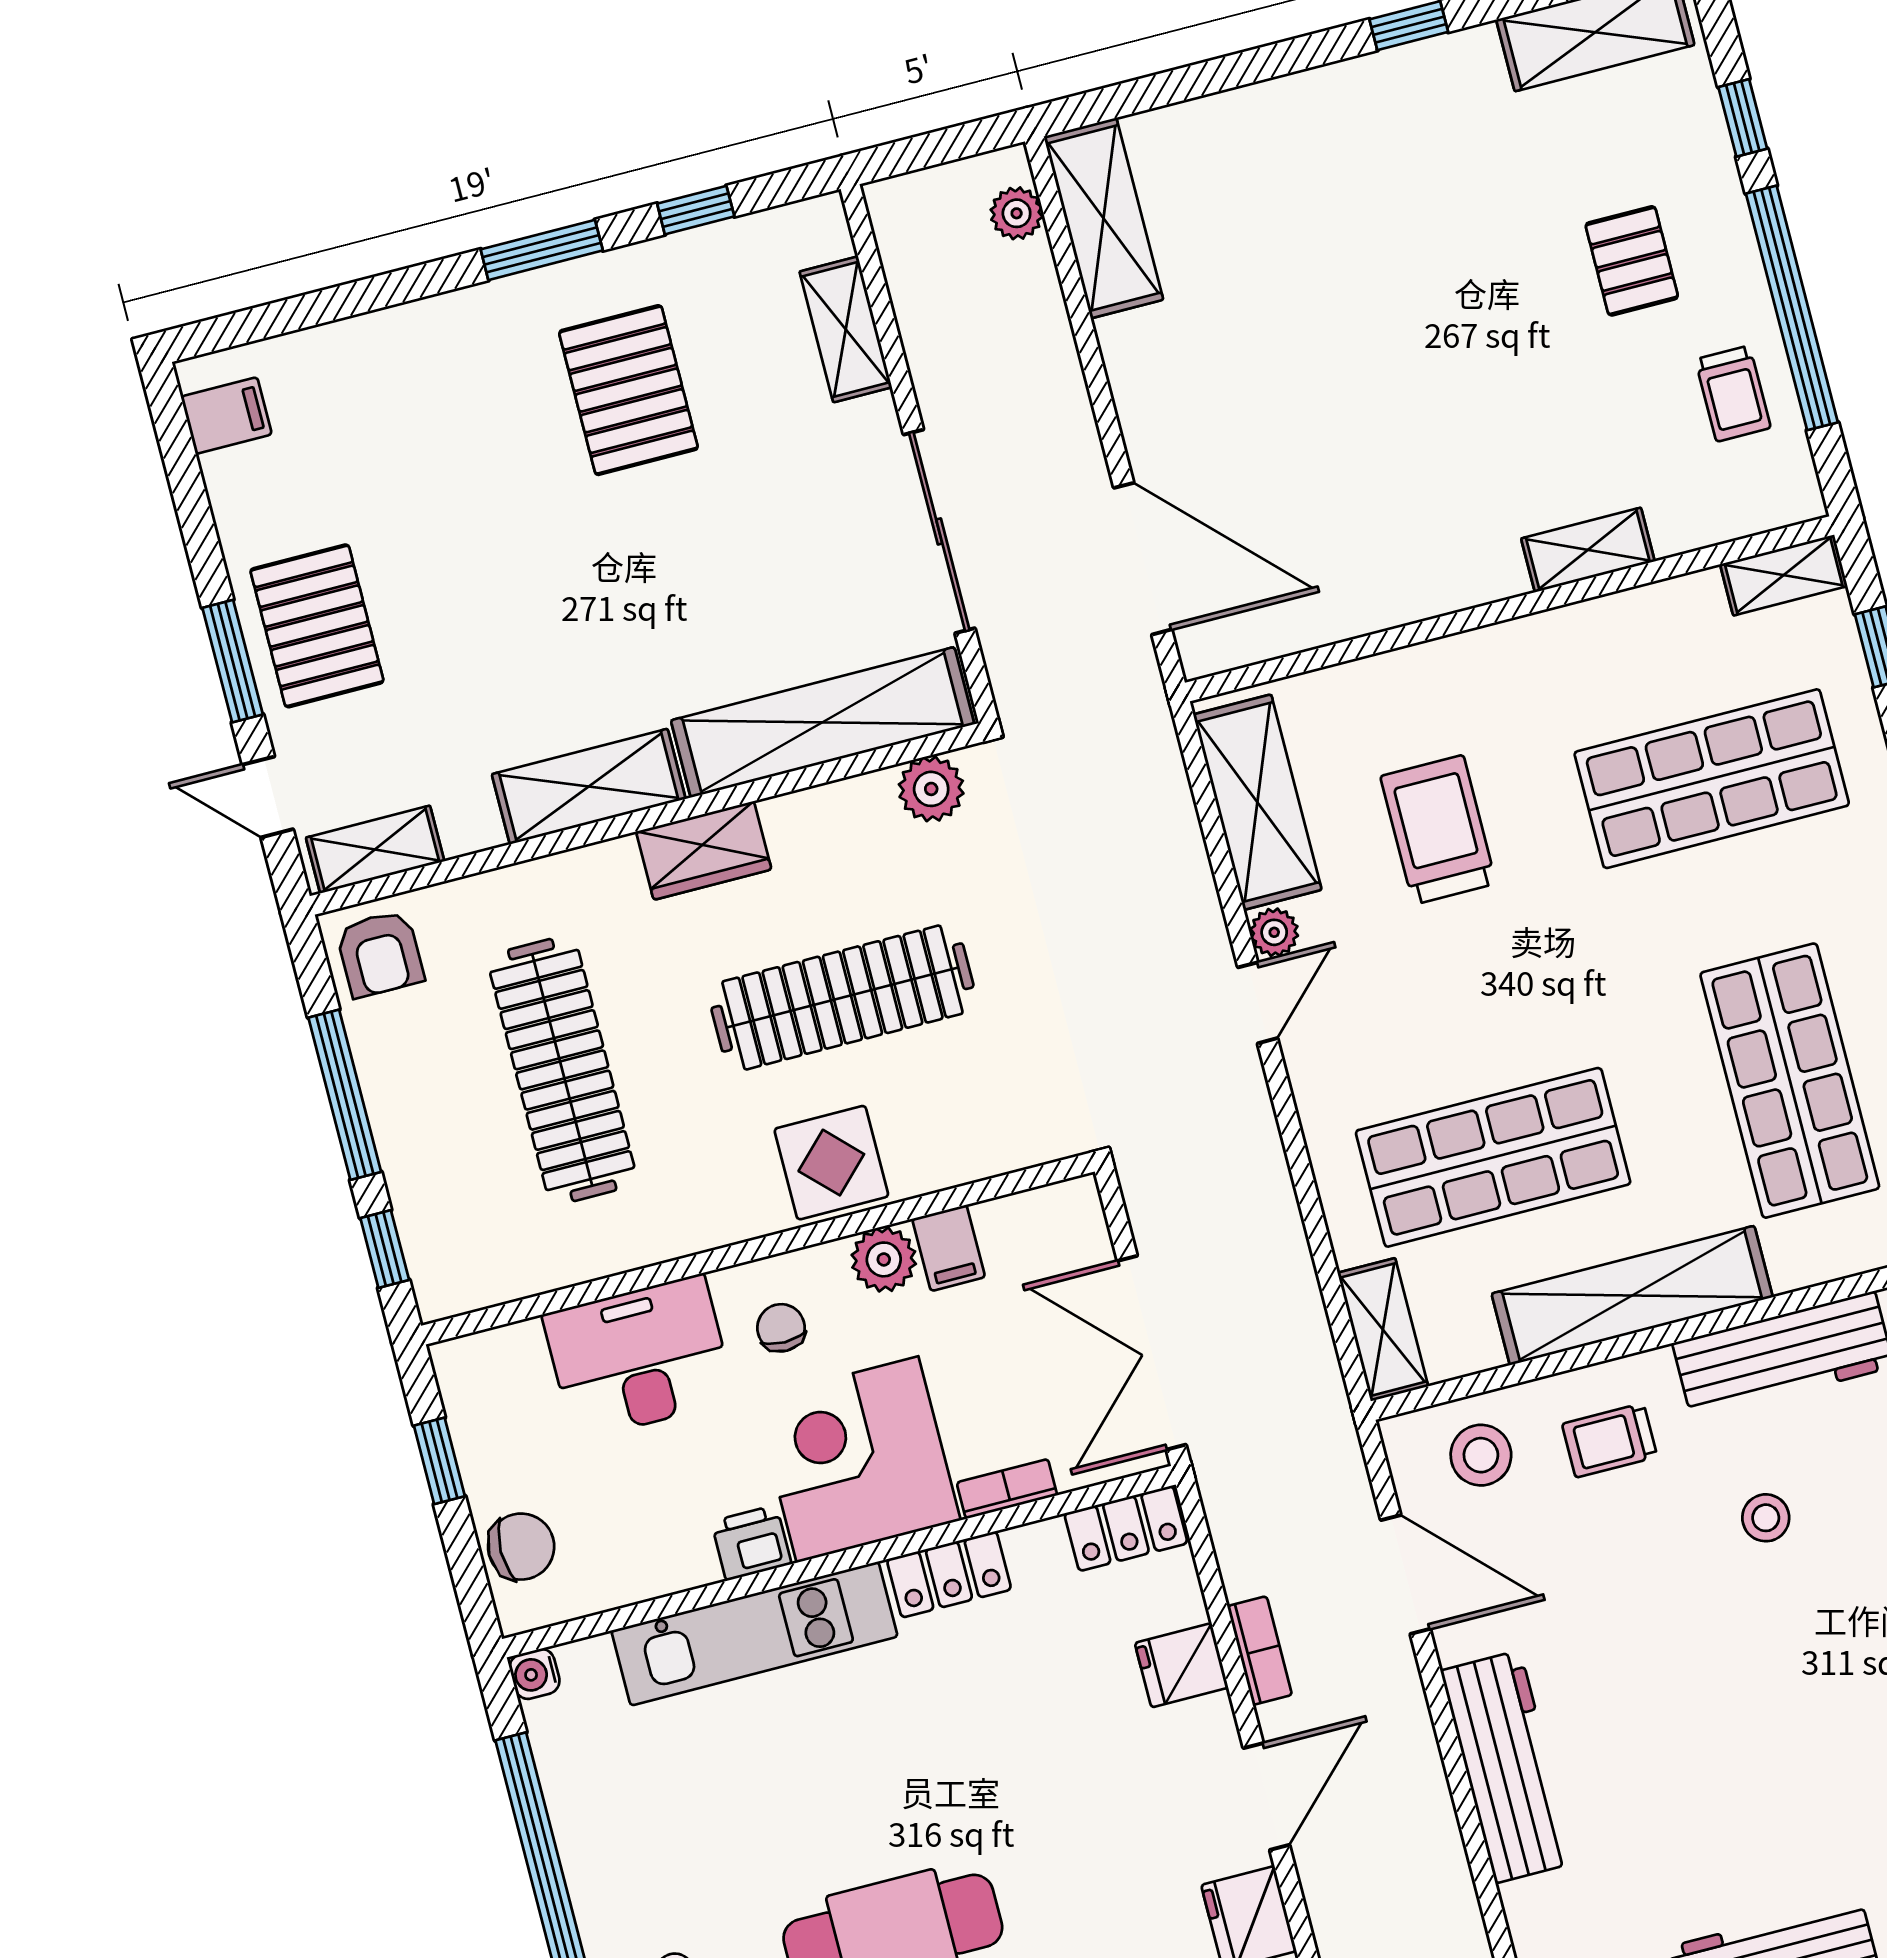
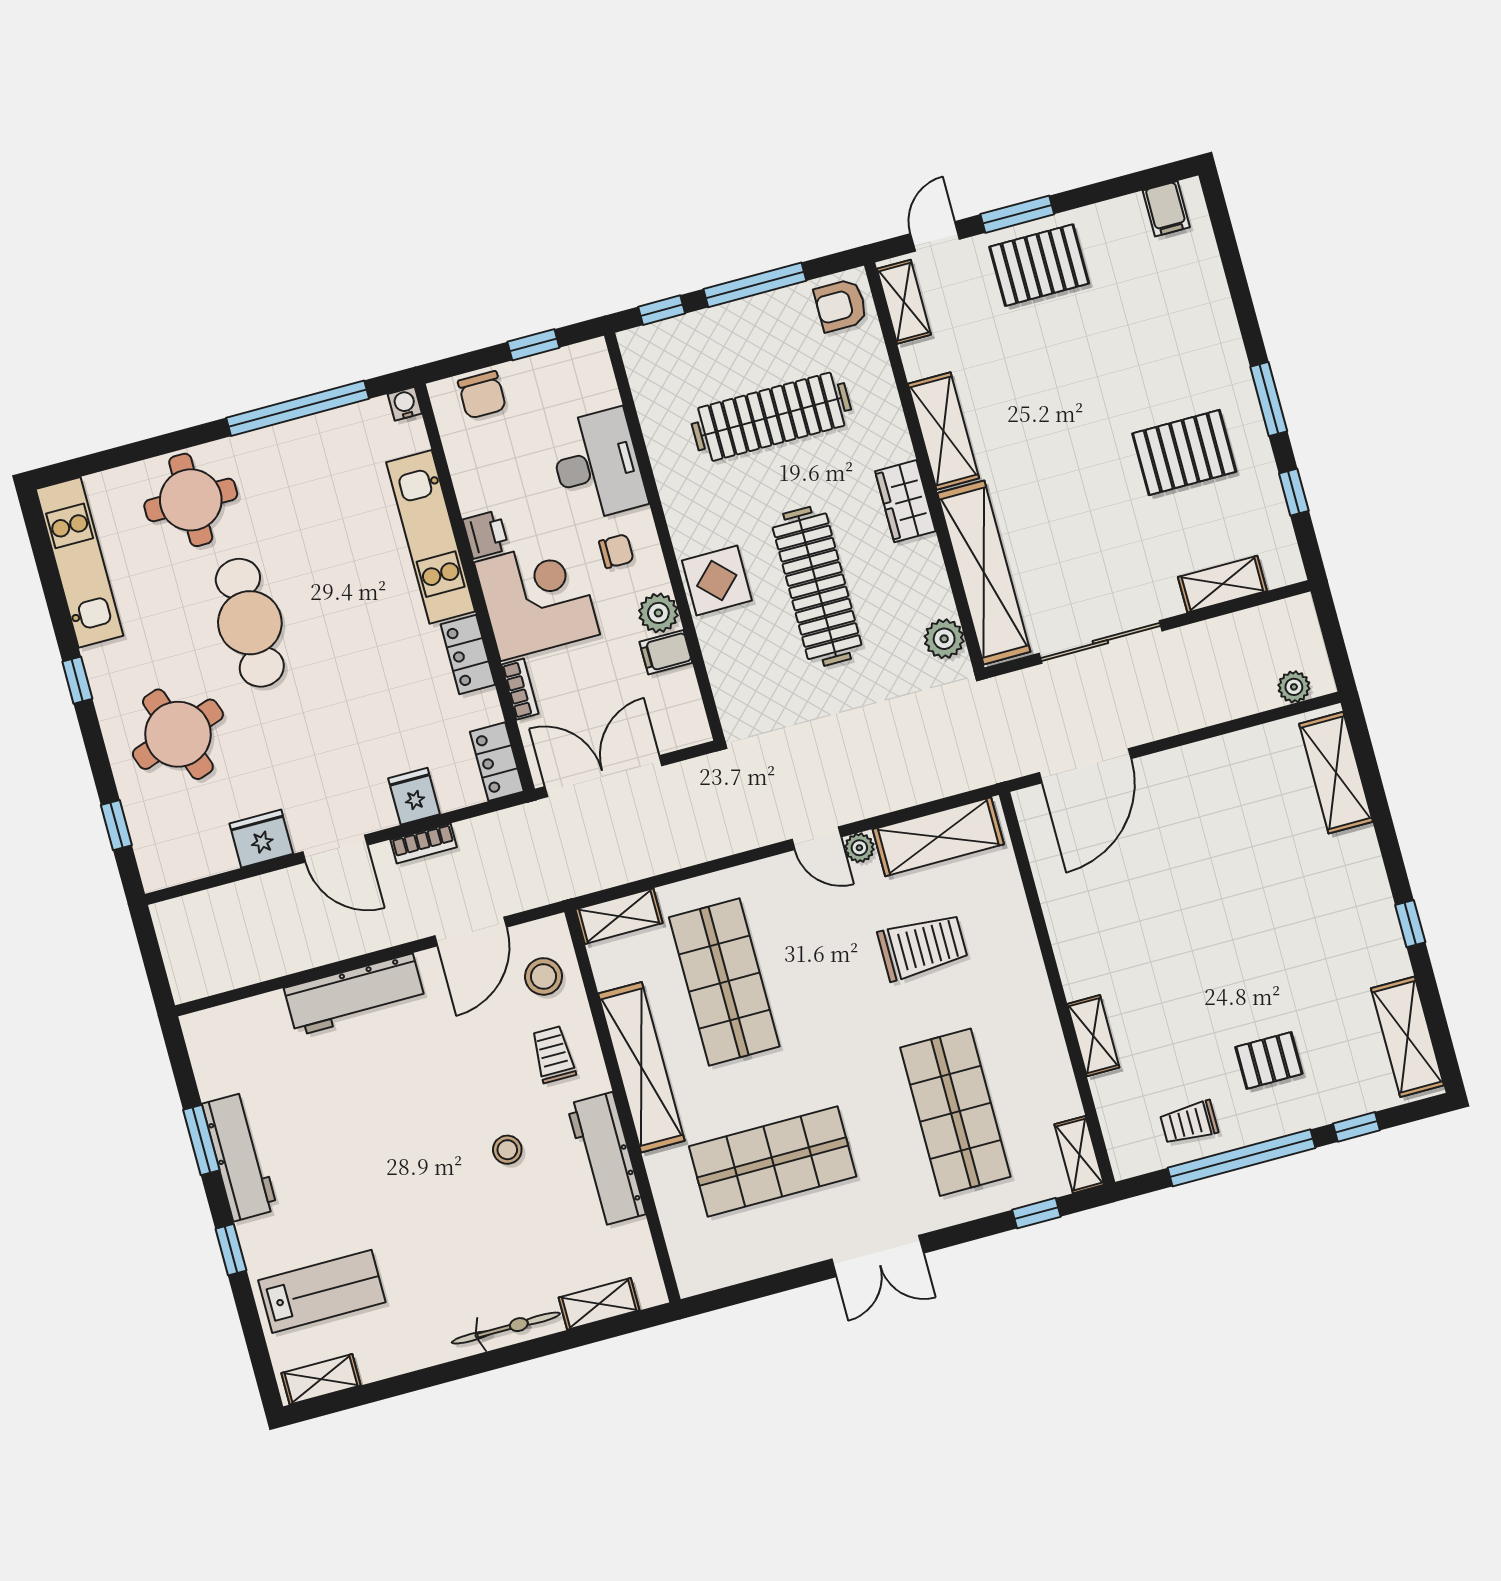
shelving: (1103, 218) -> (1336, 773), moved, turned 90

